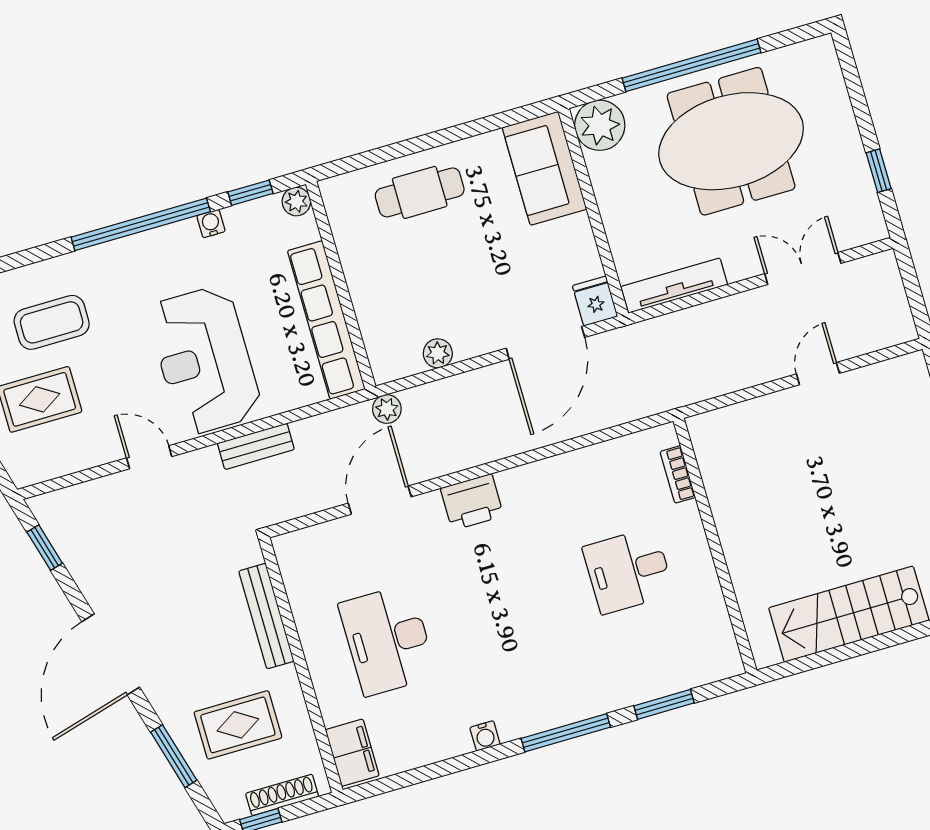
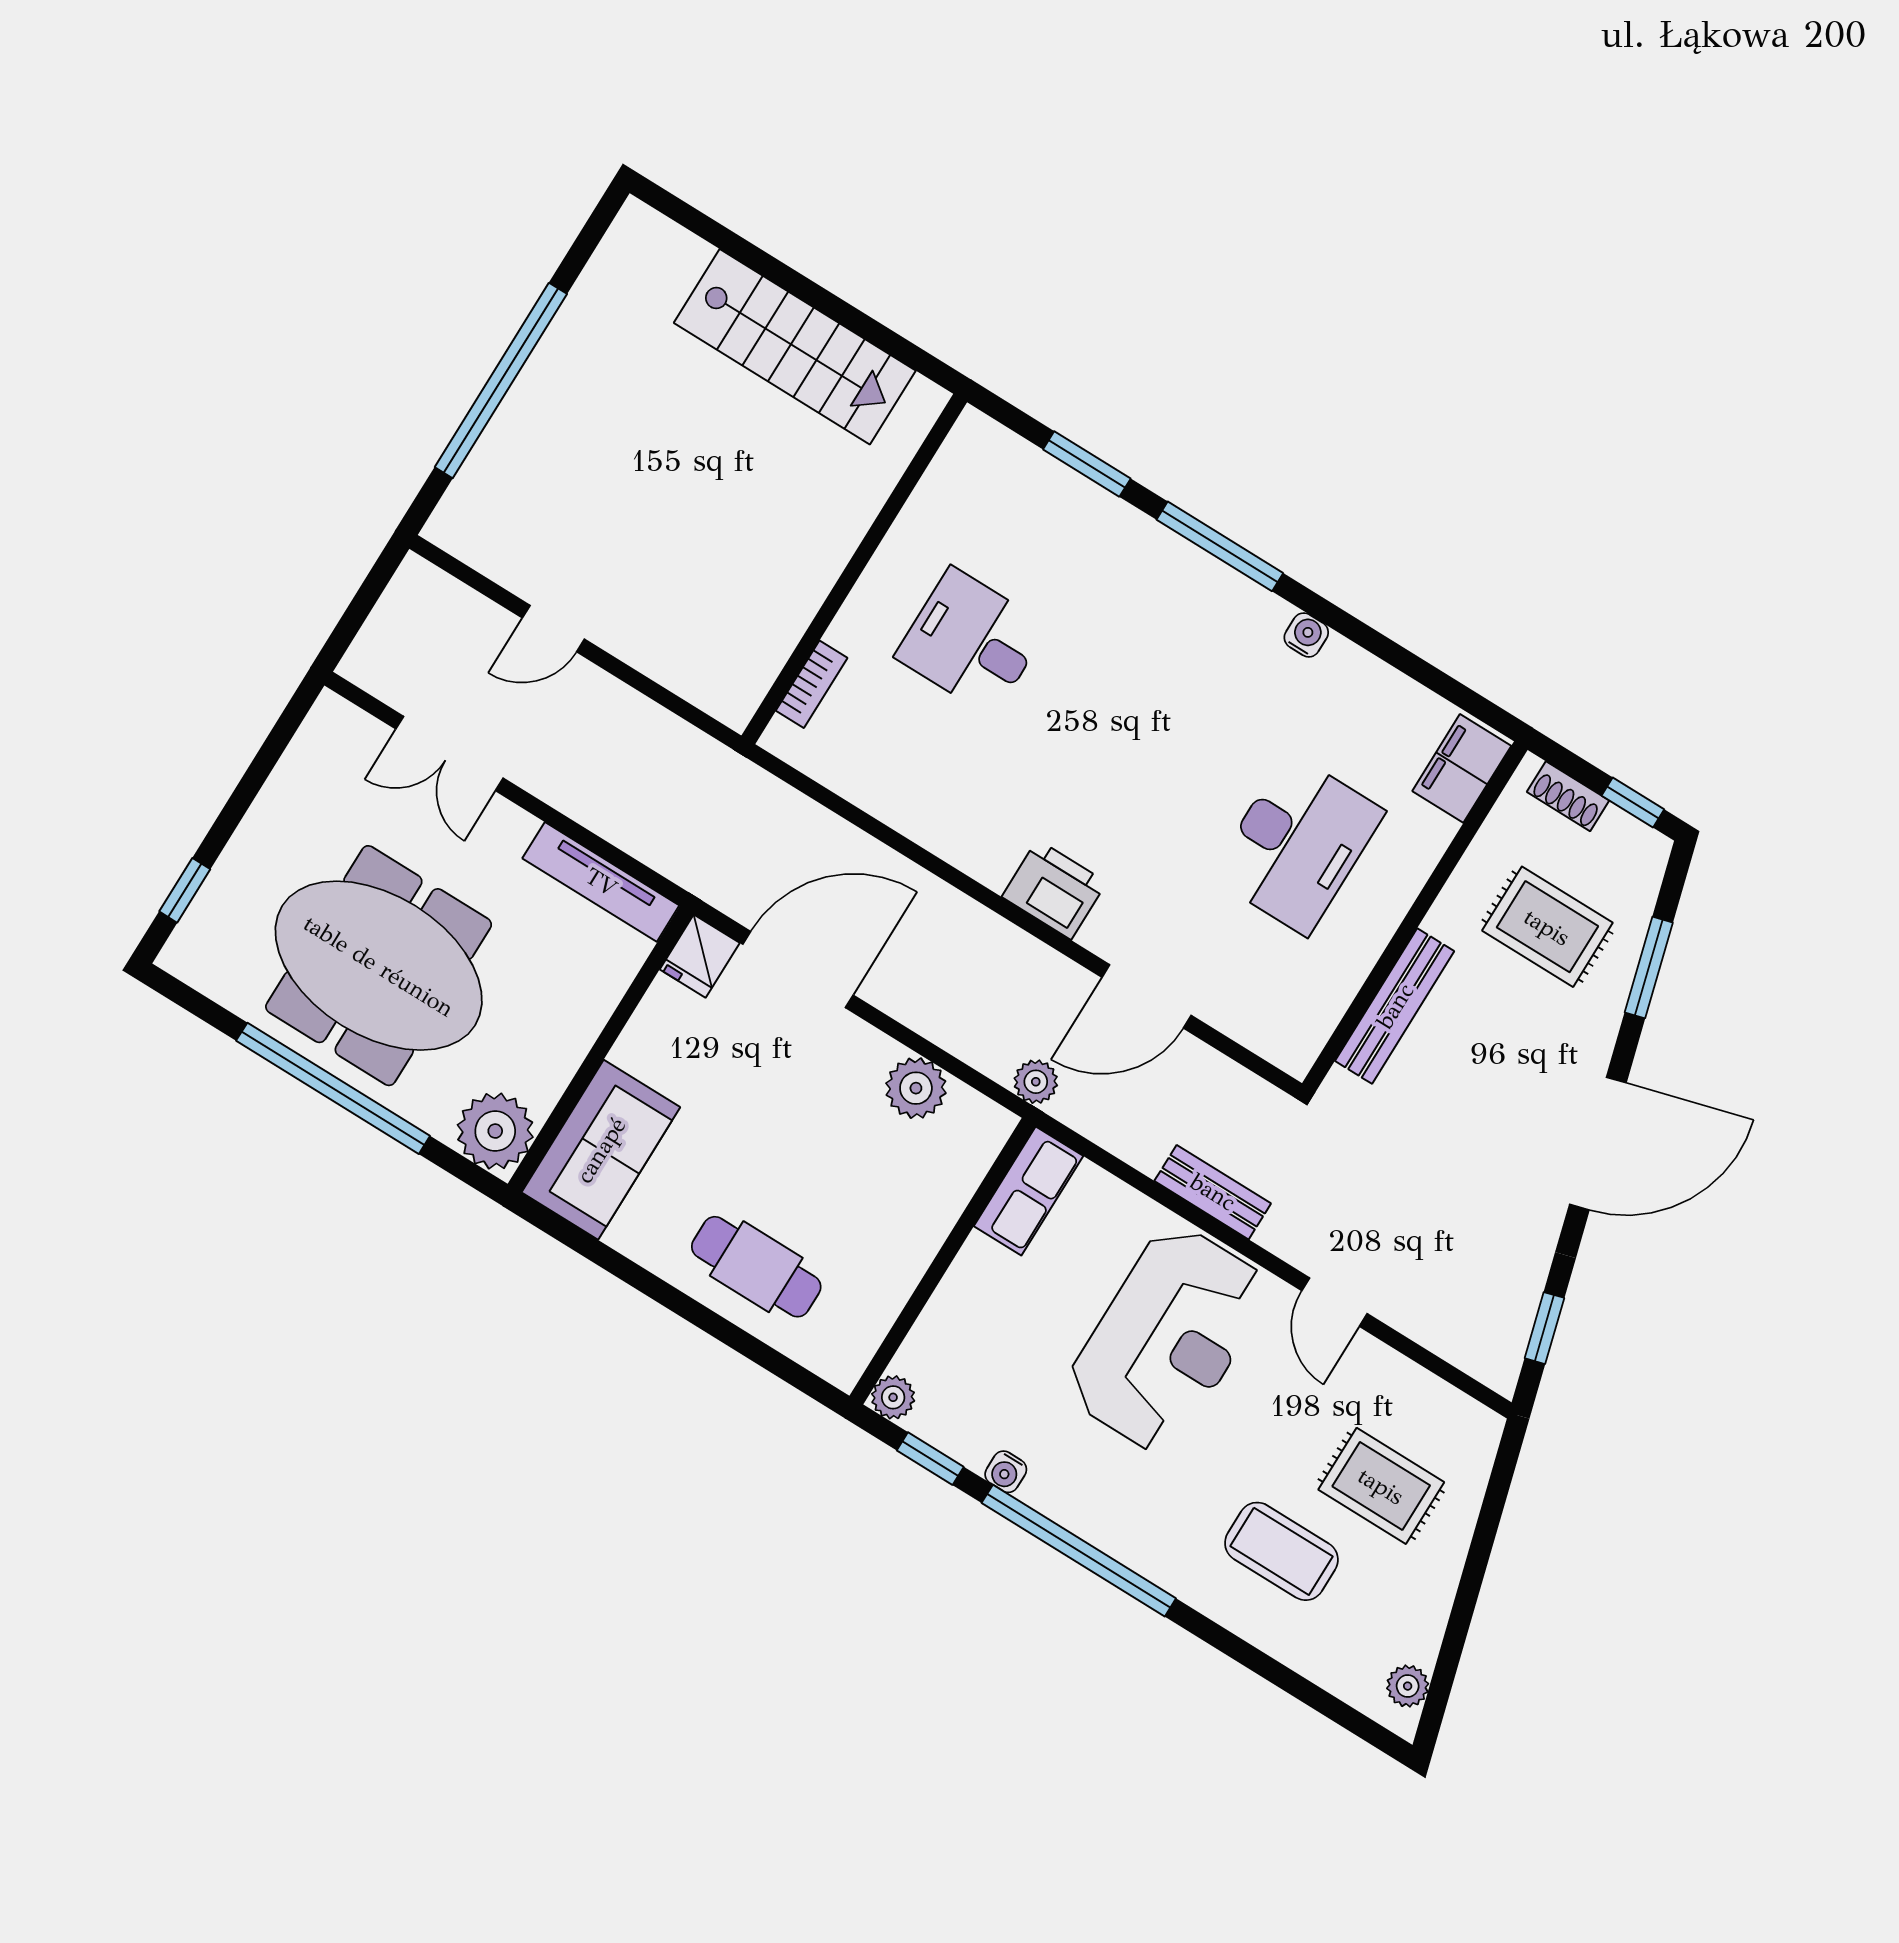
window: (879, 171) -> (185, 890), moved
row of seats: (326, 320) -> (1028, 1191), width x0.50
plant: (438, 353) -> (916, 1088), width x1.38, depth x1.38
desk: (628, 571) -> (972, 642), turned 180
shoe rack: (282, 795) -> (1568, 796), width x0.70

